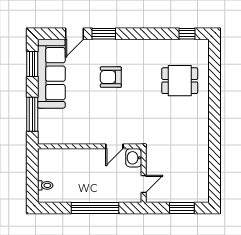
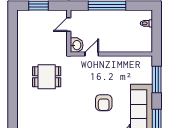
armchair: (111, 77) -> (104, 103), moved, turned 90
dining table: (180, 81) -> (47, 77), moved

